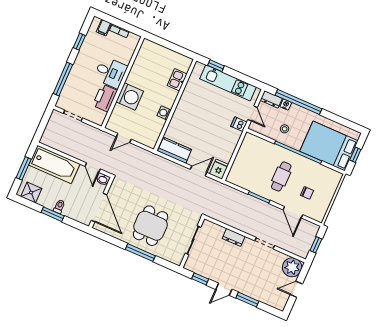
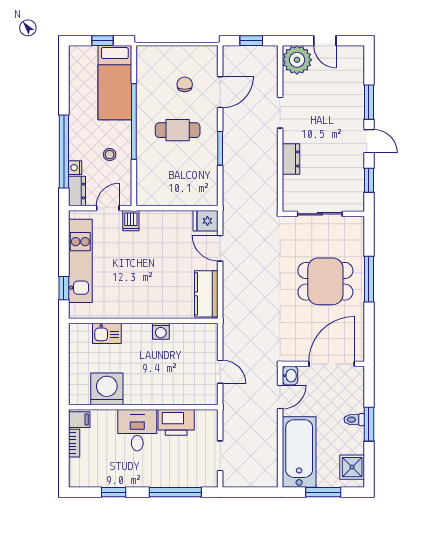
filing cabinet: (104, 28) -> (79, 420), moved
washing machine: (130, 97) -> (107, 389), moved
bed: (329, 146) -> (115, 83), width x0.67

